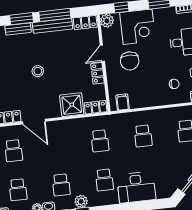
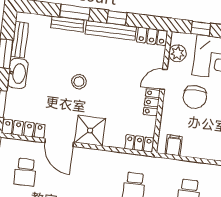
window: (55, 15) -> (117, 18), width x0.46
plant: (107, 21) -> (177, 53), moved
shower: (72, 105) -> (90, 131), moved

